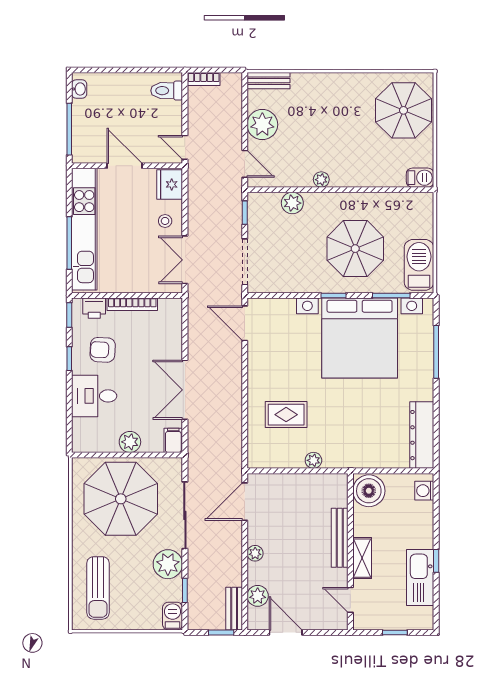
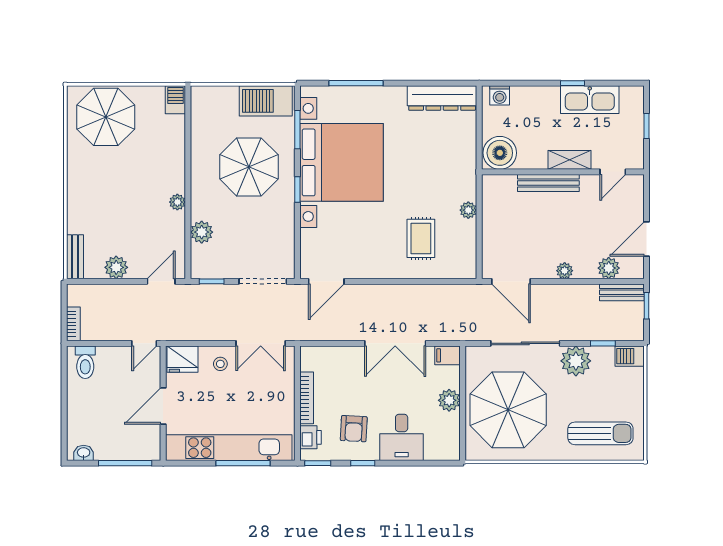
plant: (262, 125) -> (116, 267), width x0.73, depth x0.73

